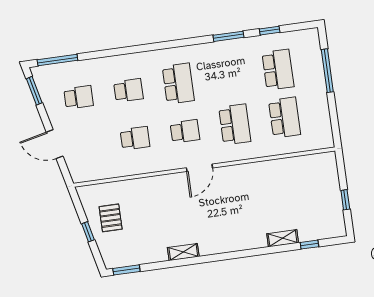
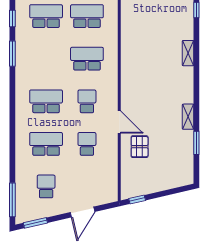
school desk: (128, 90) -> (46, 144), width x1.85
door: (199, 168) -> (119, 122), moved
pallet: (111, 218) -> (140, 147), moved, turned 90
window: (88, 232) -> (137, 199), moved
shelving: (283, 238) -> (188, 53), moved
window: (126, 270) -> (196, 143), moved

